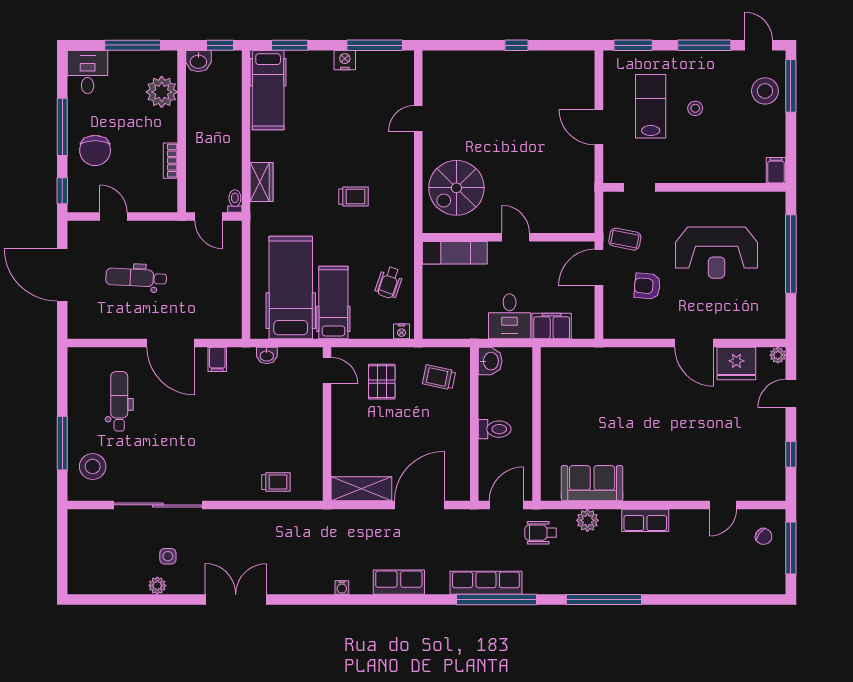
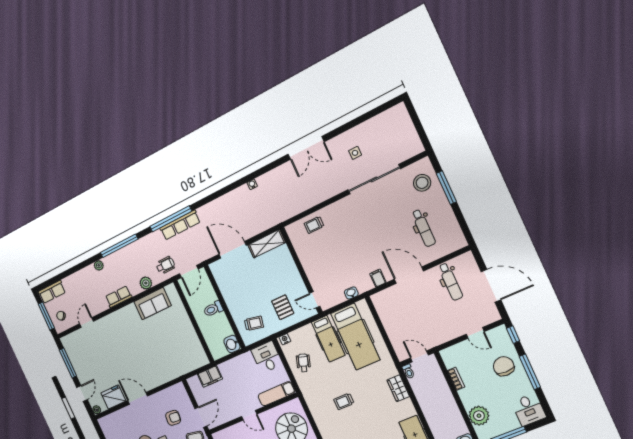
dental chair: (136, 278) -> (451, 282), moved, turned 87
desk: (510, 316) -> (267, 357), moved
window: (791, 454) -> (68, 363), width x2.17
door: (419, 505) -> (233, 250), swing flipped
row of seats: (399, 582) -> (52, 292), moved
plant: (157, 586) -> (99, 265), moved

